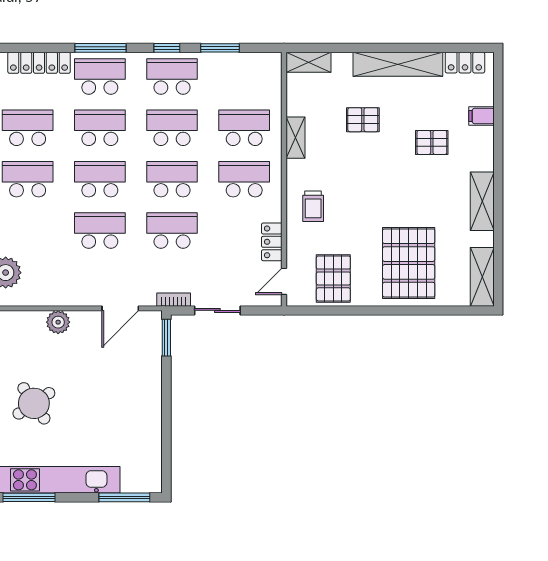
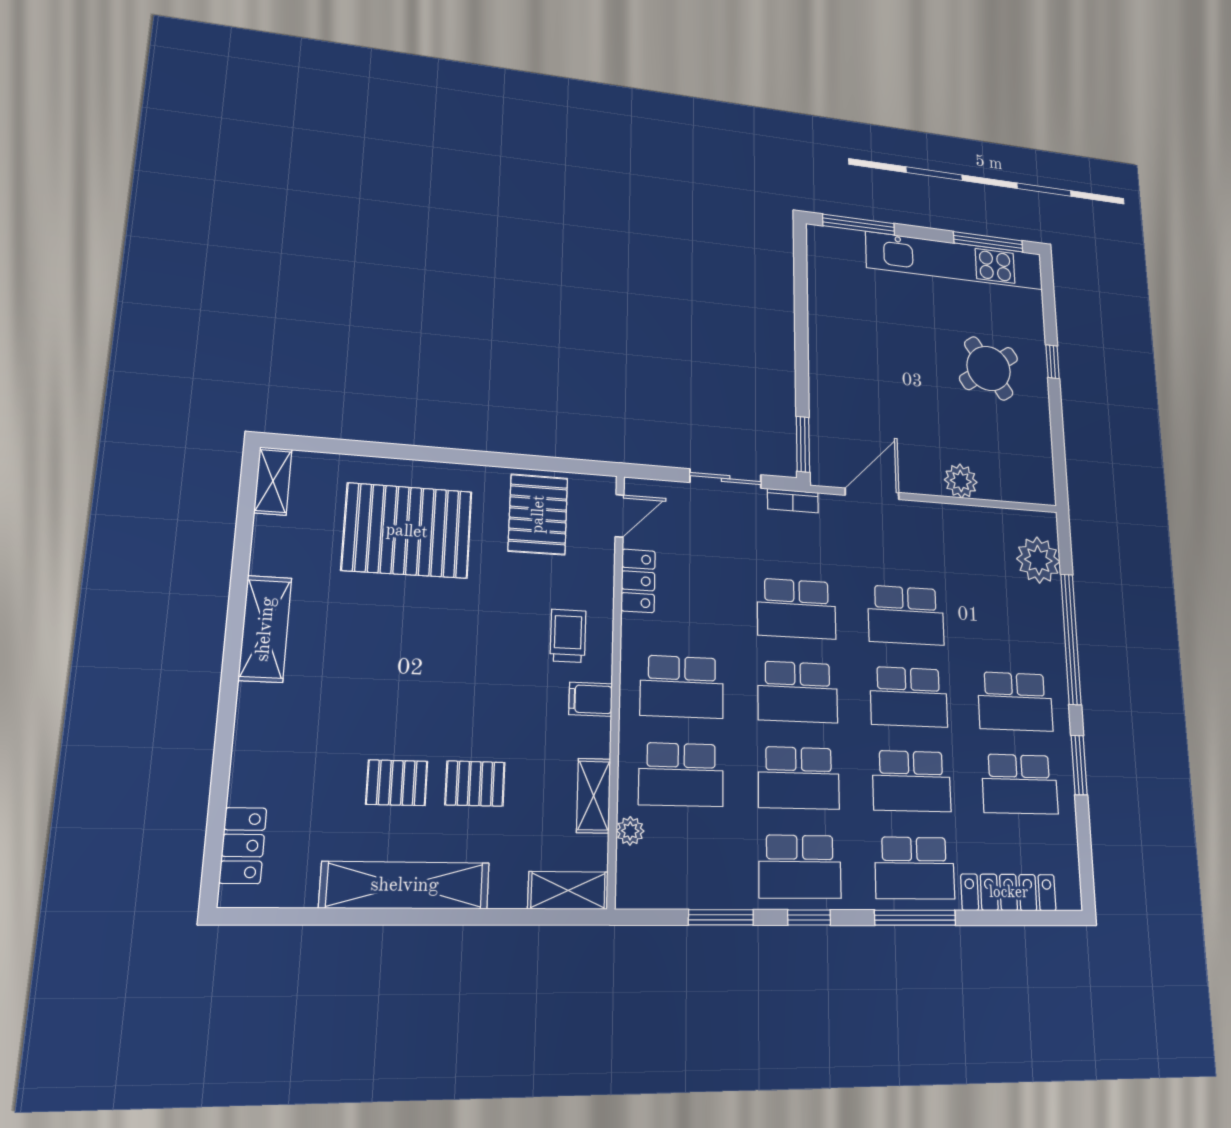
locker: (465, 63) -> (243, 845), moved, turned 90
plant: (274, 95) -> (630, 831), added
filing cabinet: (481, 116) -> (591, 699), moved, turned 180
shelving: (295, 138) -> (594, 796), moved
pallet: (432, 142) -> (397, 783), moved
pallet: (409, 263) -> (407, 531), turned 90
shelving: (482, 277) -> (273, 481), width x0.67, depth x0.75

